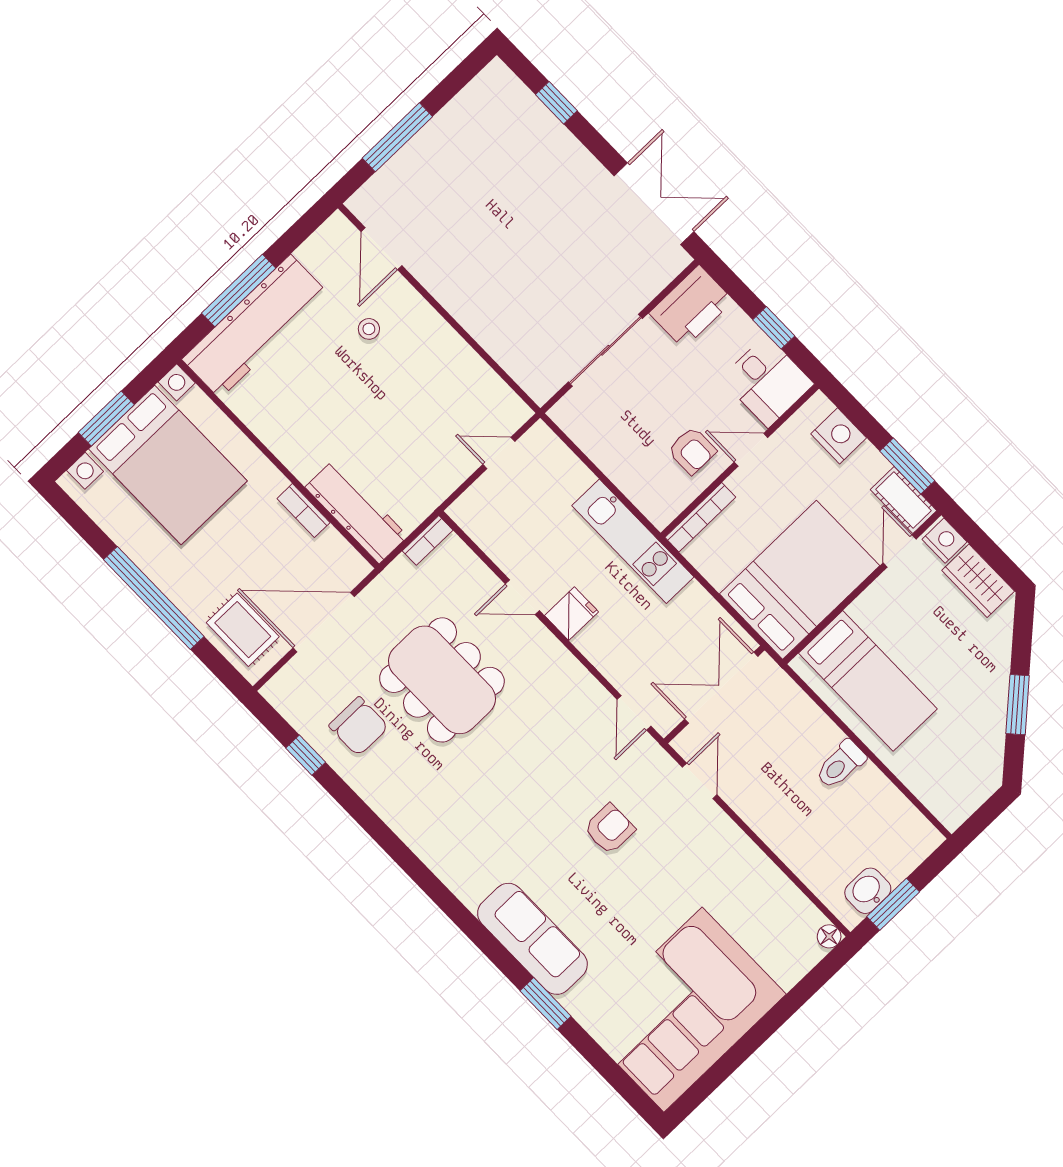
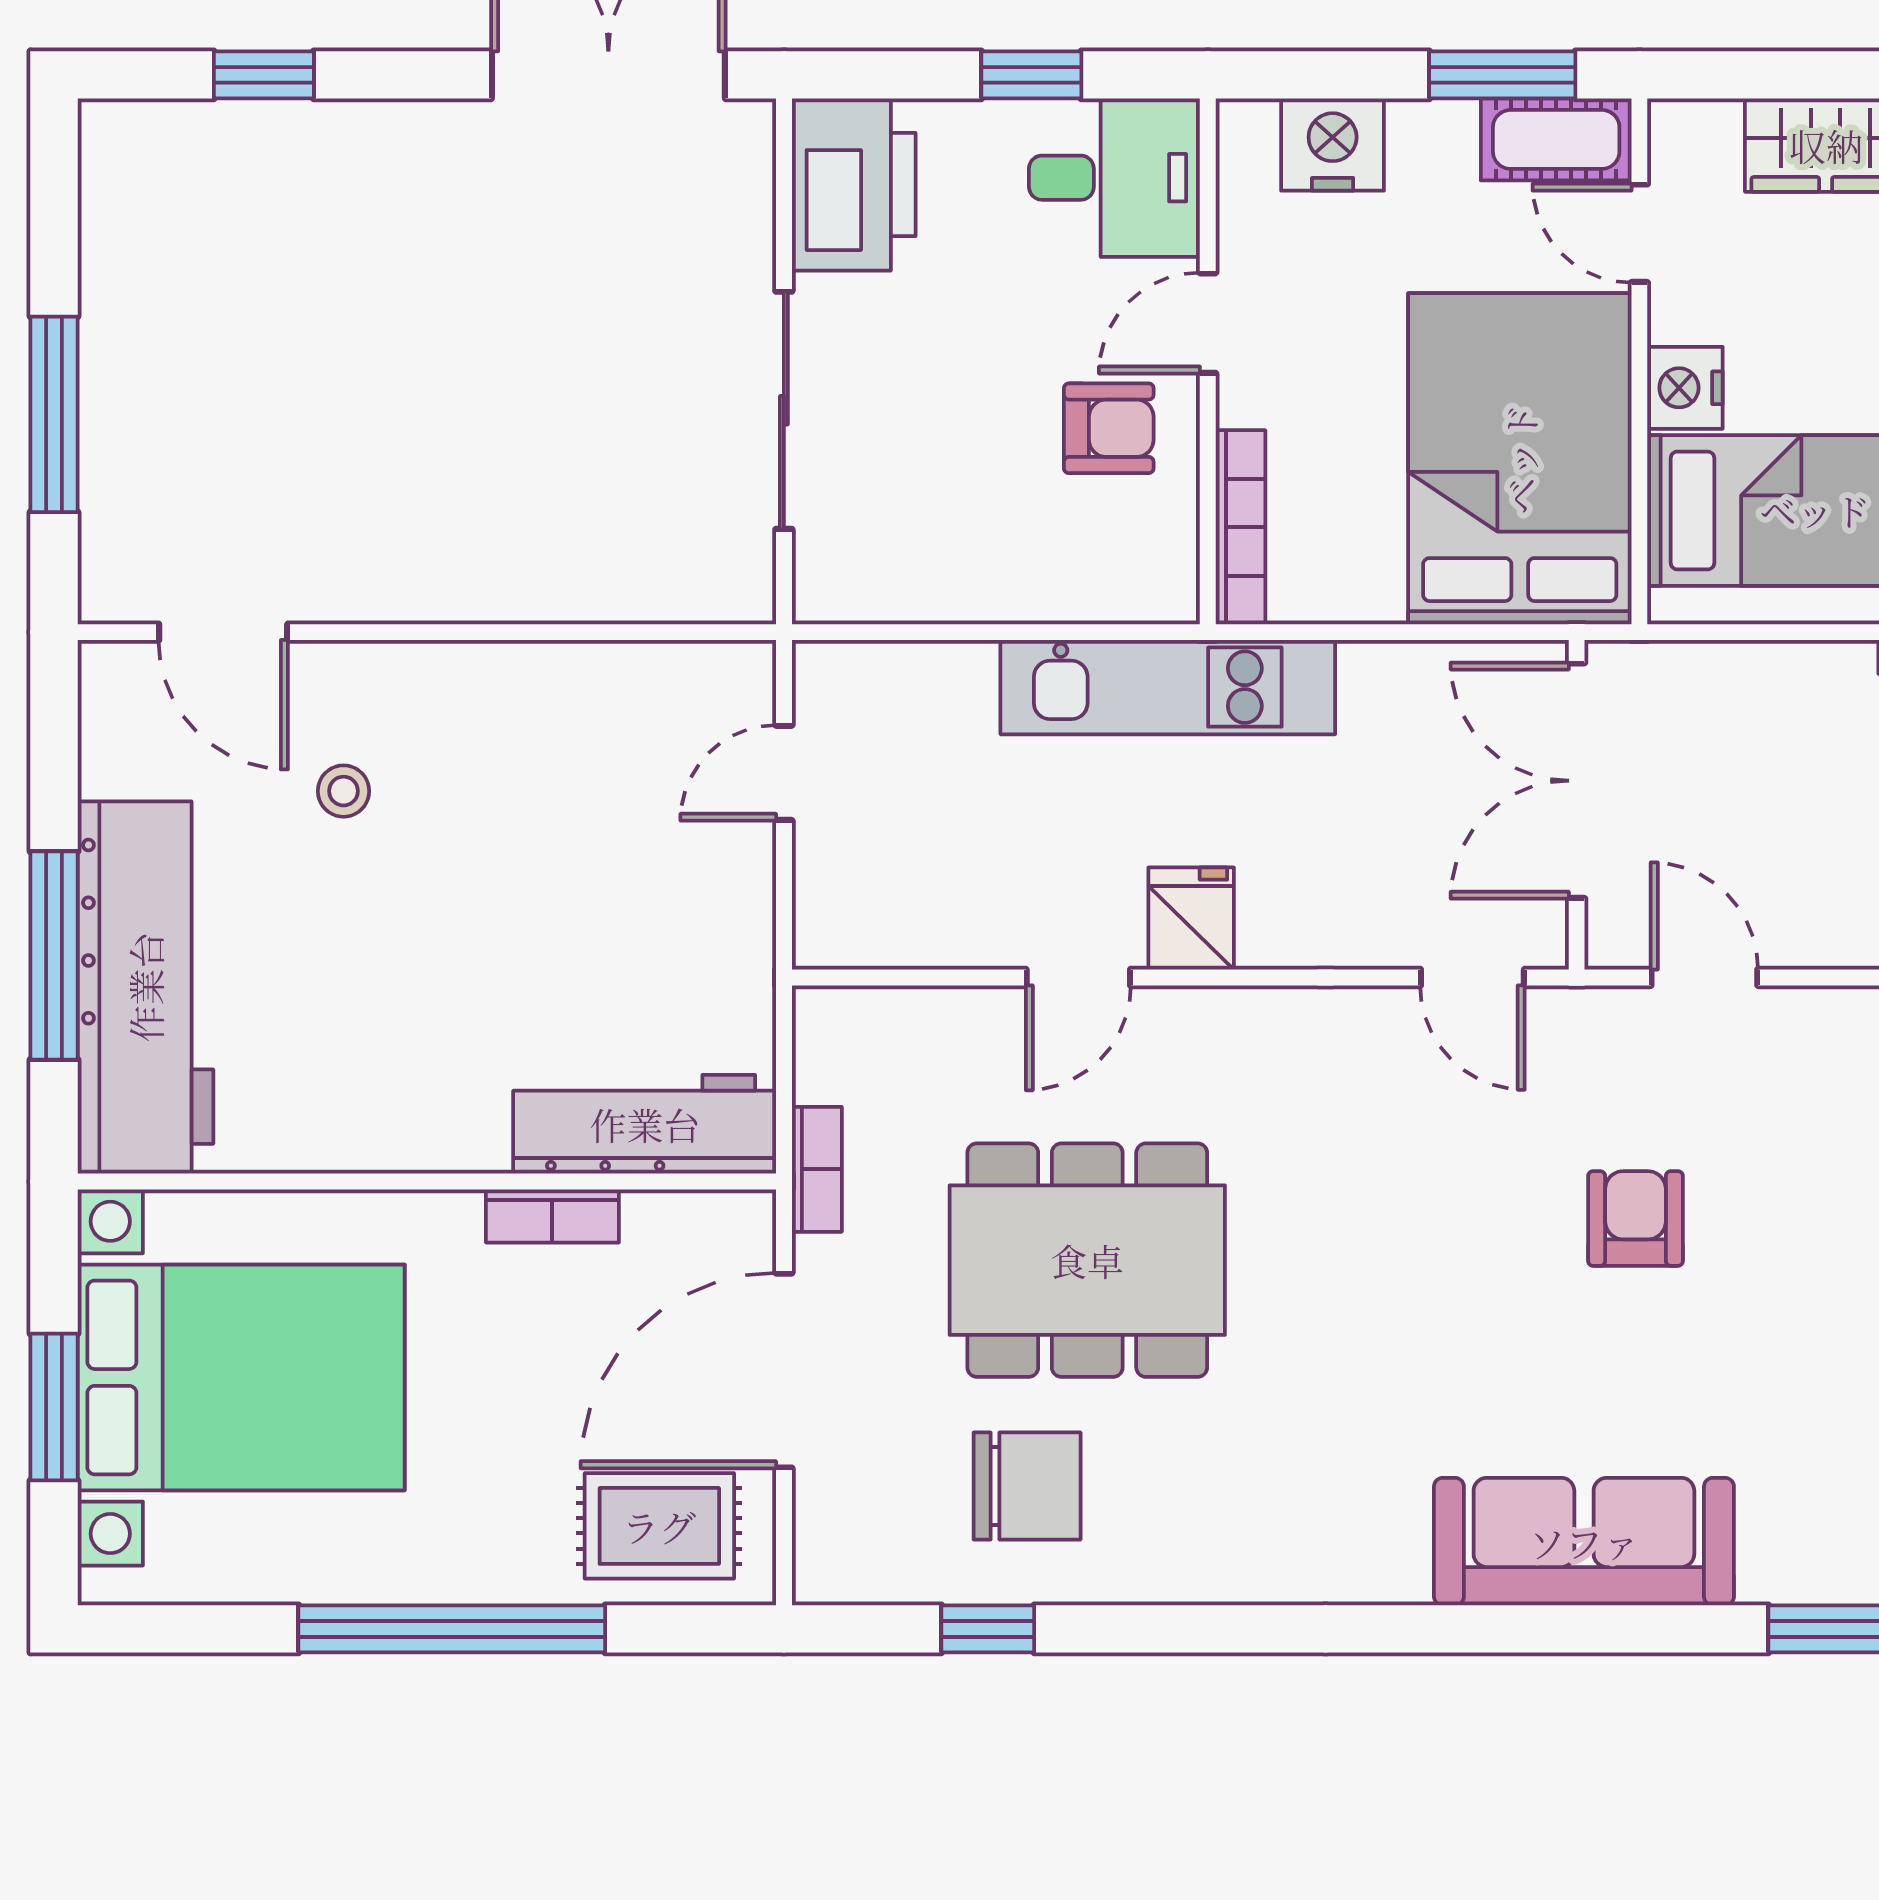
bookcase: (428, 540) -> (817, 1169), moved
nightstand: (945, 541) -> (1685, 388), moved, turned -90
sofa: (532, 939) -> (1584, 1542), moved

